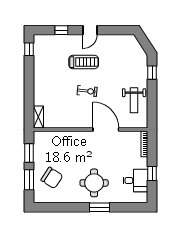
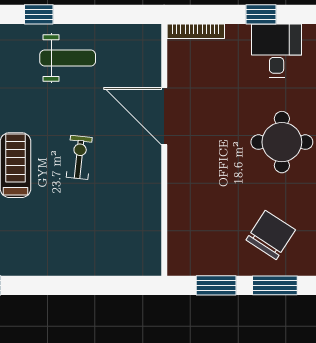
weight bench: (134, 100) -> (68, 58), moved
shelving: (38, 117) -> (137, 265), removed
door: (106, 129) -> (164, 116), hinge flipped

